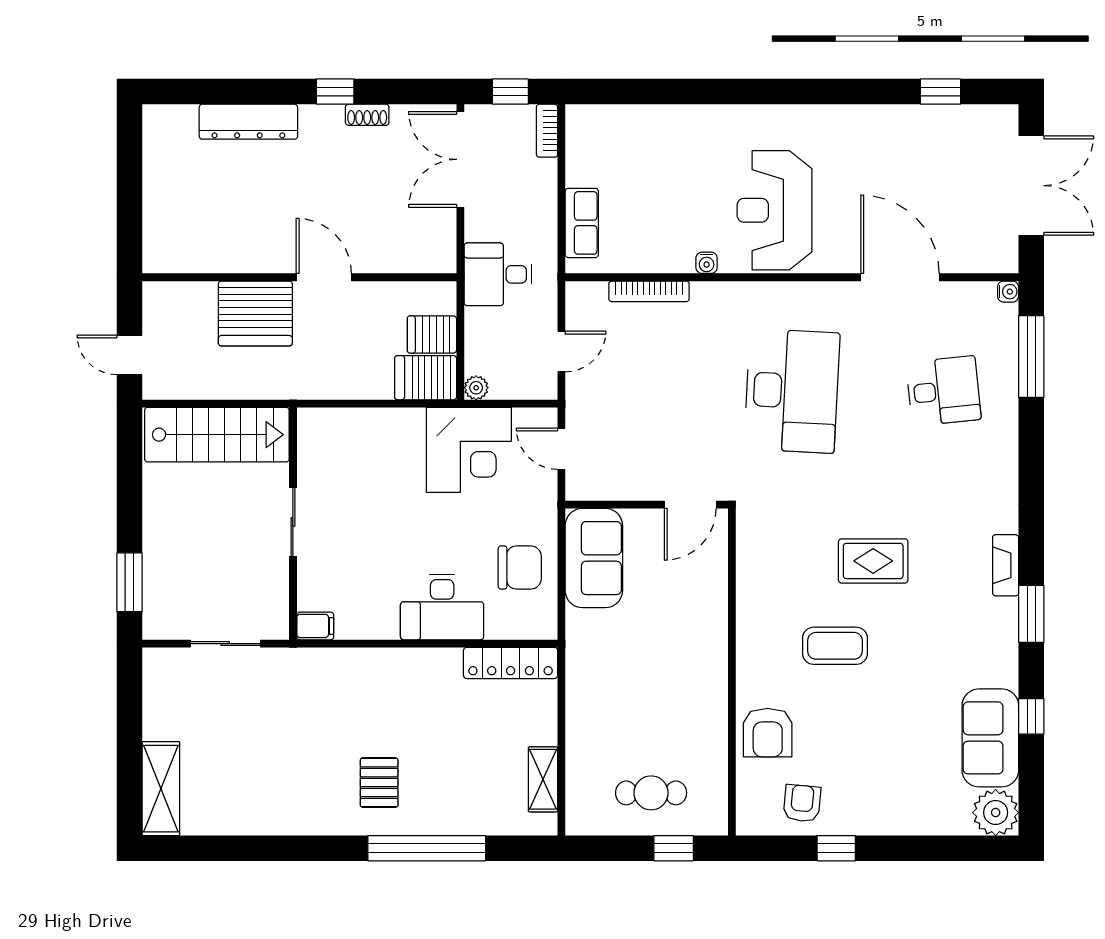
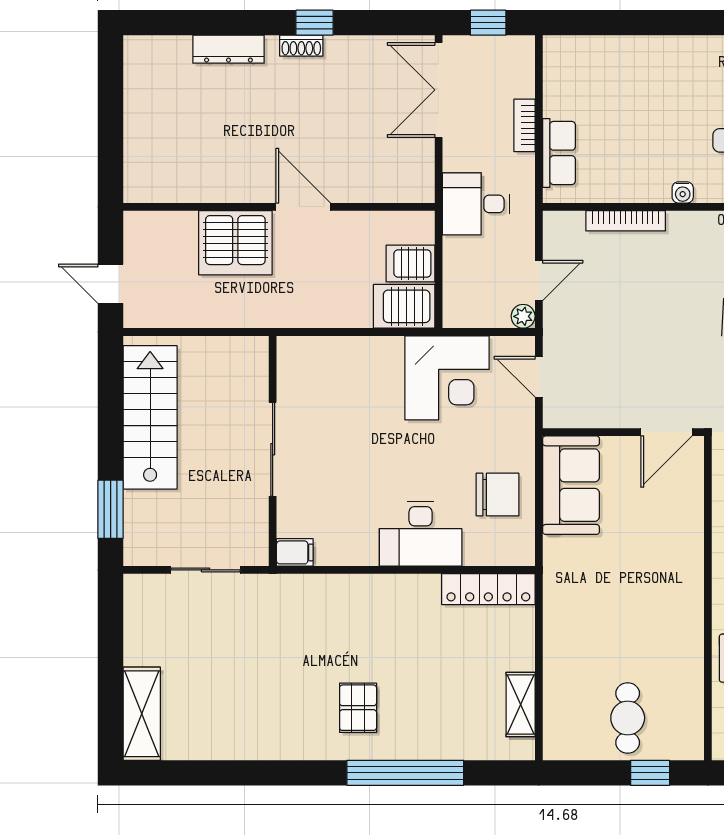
shoe rack: (367, 115) -> (301, 46), moved
dresser: (248, 122) -> (228, 49), width x0.73, depth x0.80
bookcase: (547, 131) -> (525, 125), moved
plant: (476, 388) -> (523, 316), moved
stairs: (217, 435) -> (150, 417), moved, turned -90
sliding door: (293, 522) -> (273, 449), width x1.37
cafe table: (651, 793) -> (628, 718), turned 90

